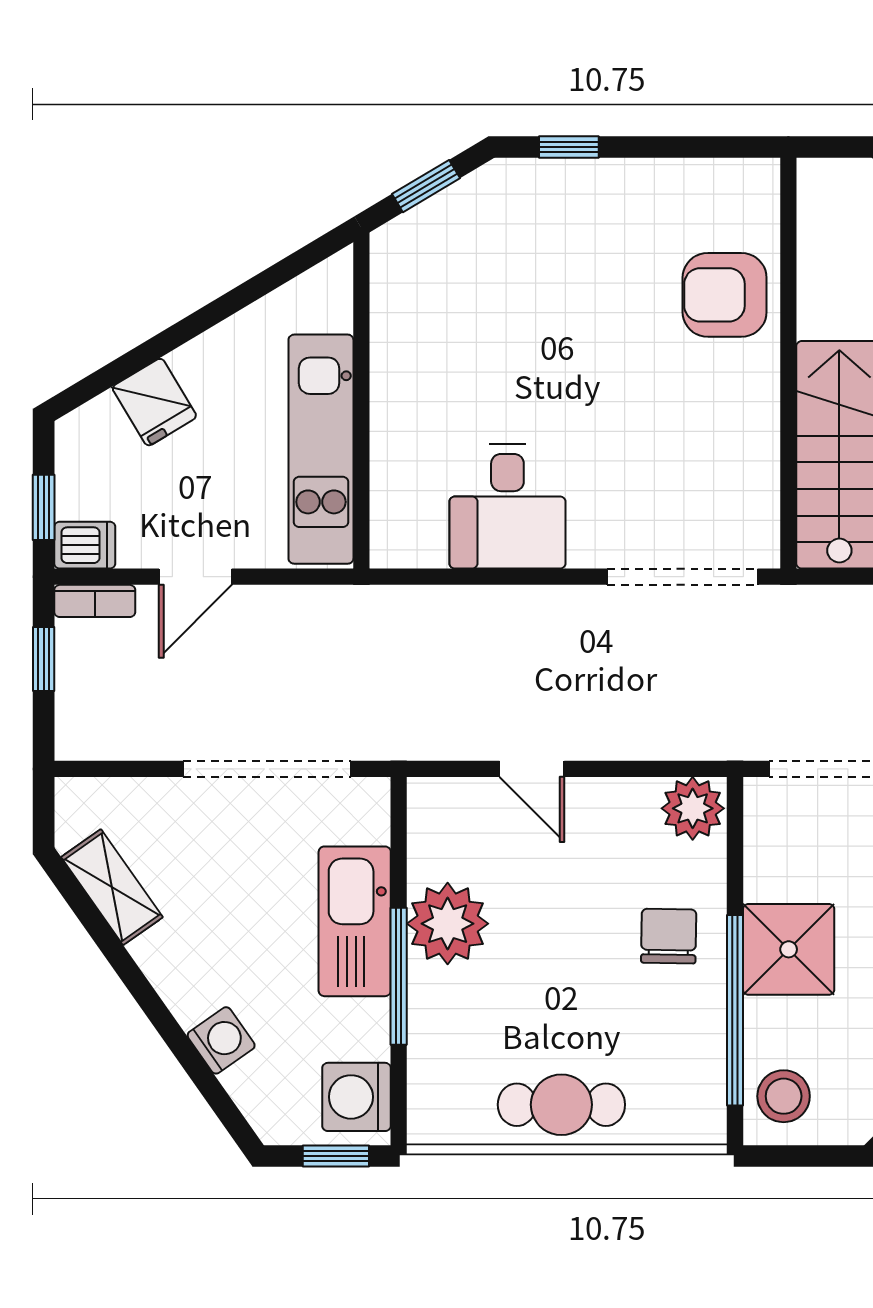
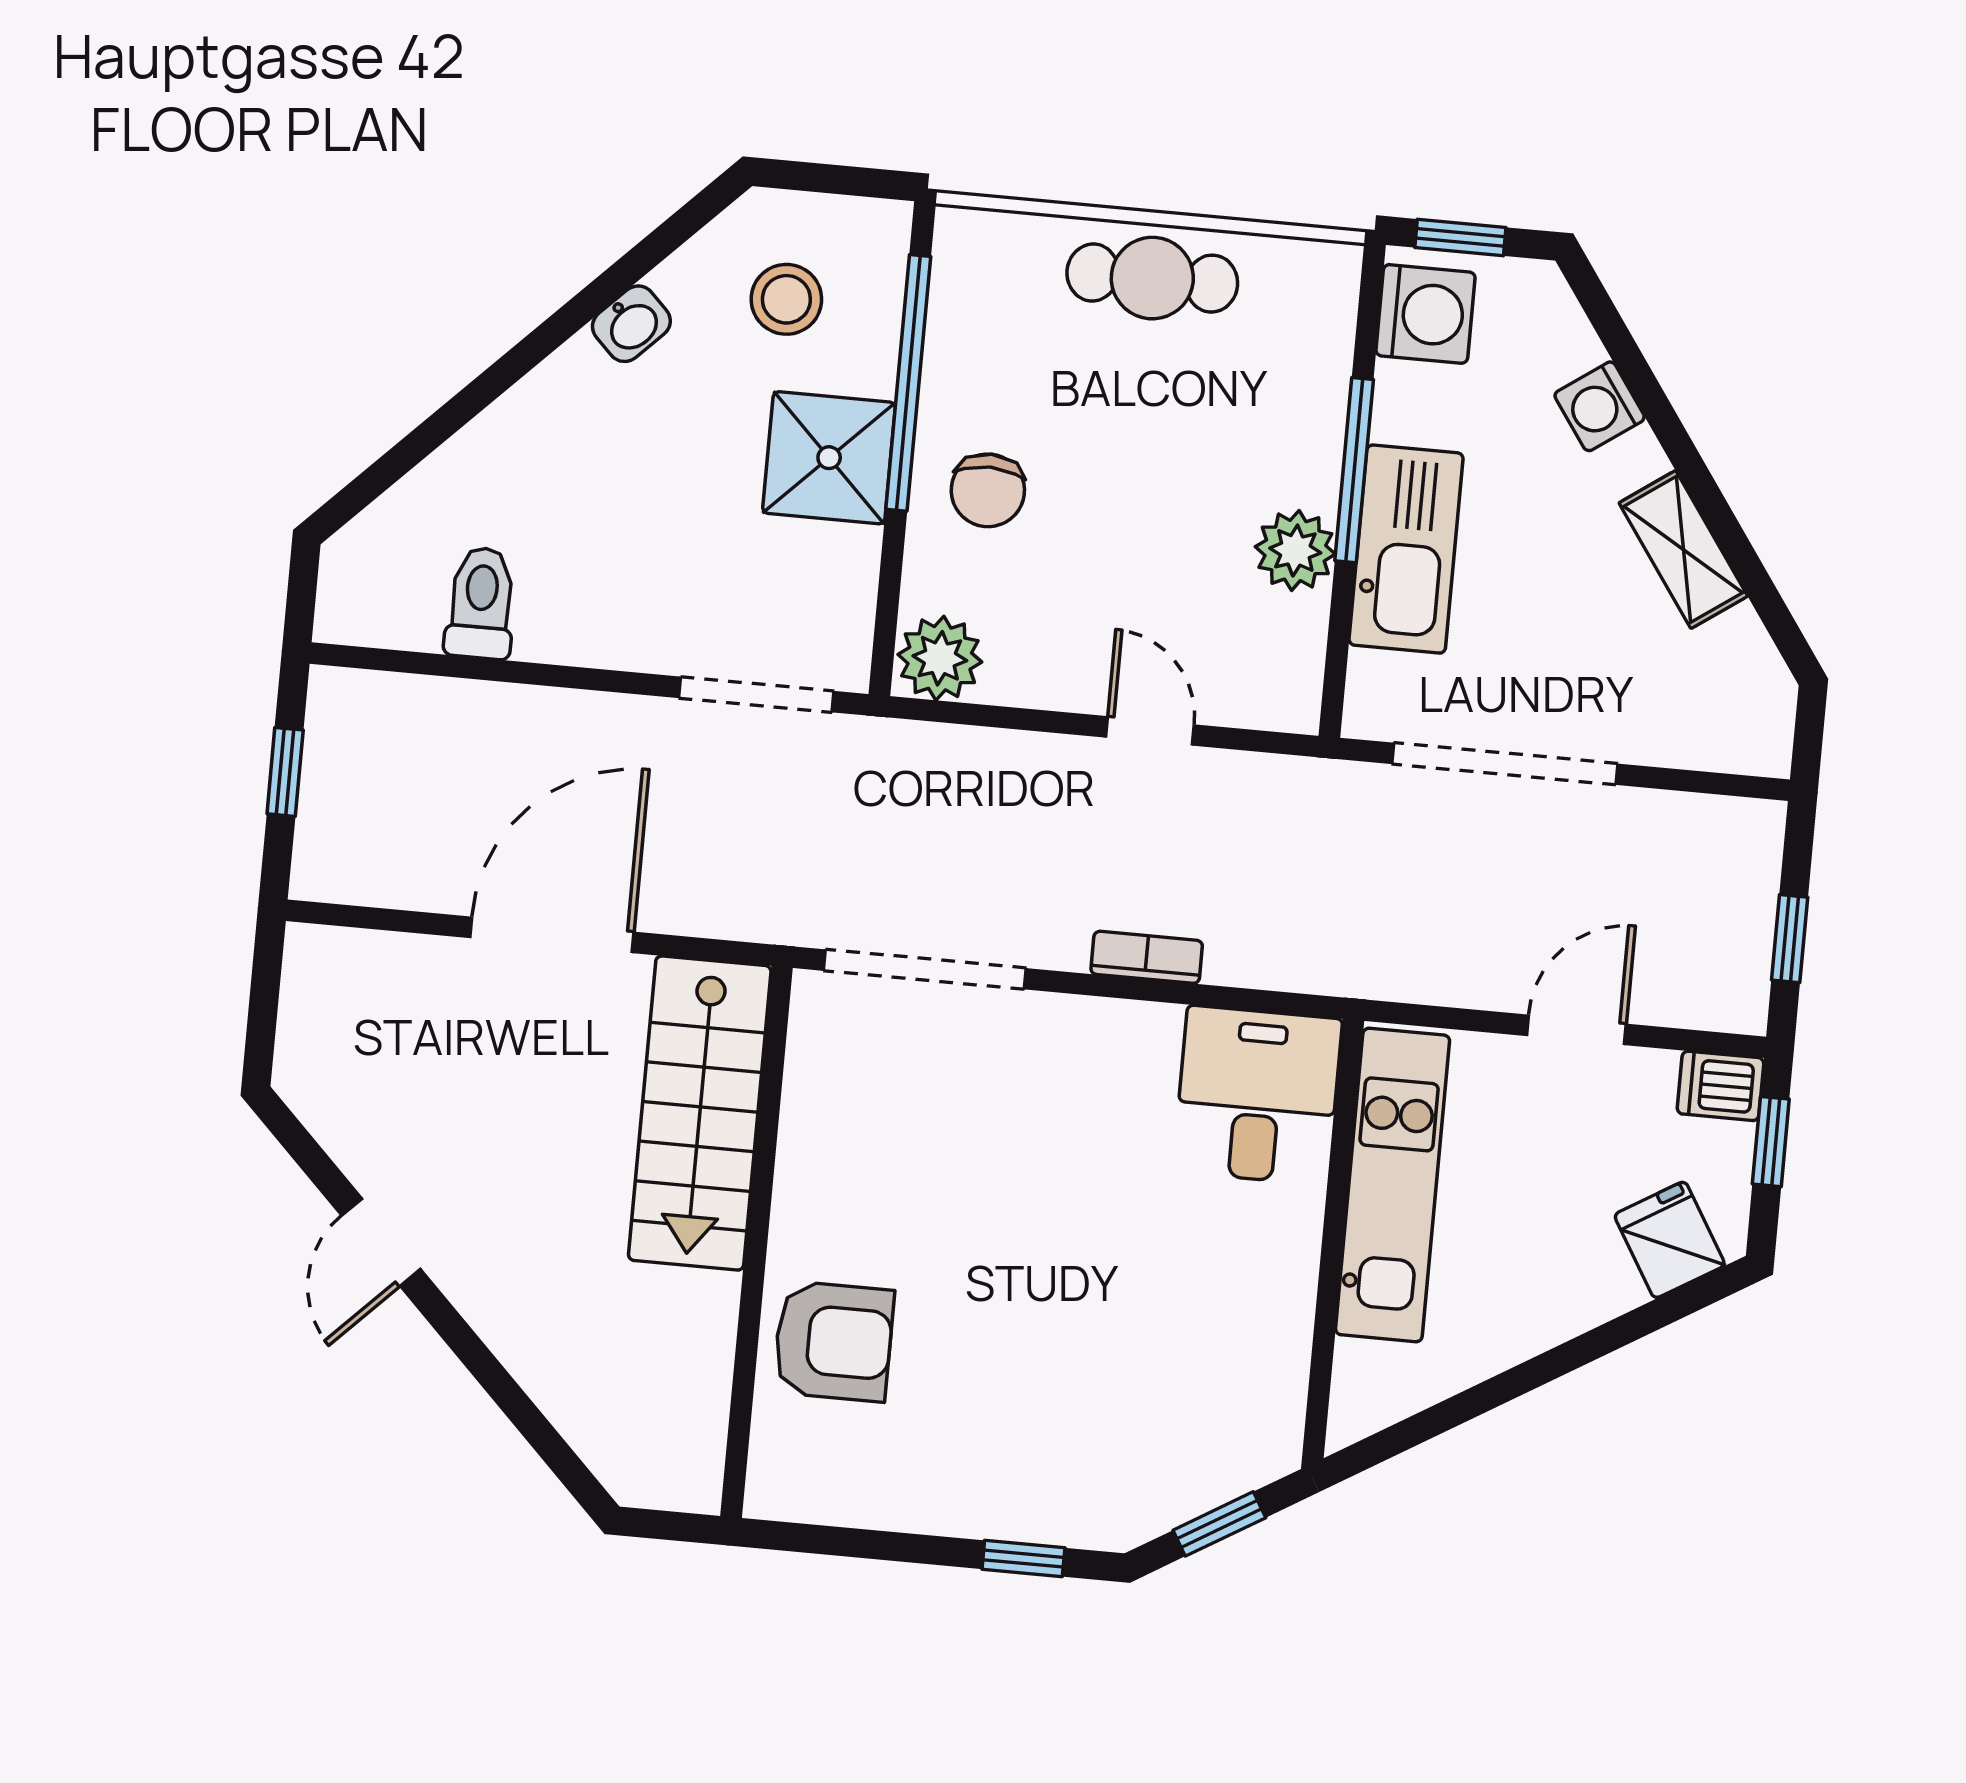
fridge: (154, 402) -> (1670, 1240), moved
desk: (507, 506) -> (1258, 1095), moved
bookcase: (95, 601) -> (1147, 957), moved
shelving: (112, 887) -> (1683, 549), moved
plant: (448, 924) -> (1295, 550), width x0.73, depth x0.73
stool: (784, 1096) -> (786, 299), moved

